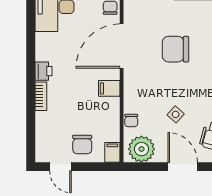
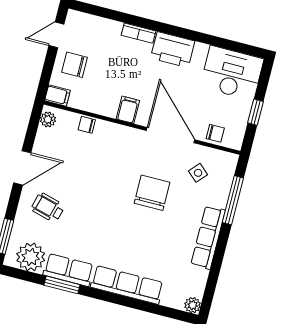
printer: (43, 71) -> (173, 50), width x1.87, depth x1.48
side table: (176, 114) -> (198, 173), moved
plant: (141, 149) -> (48, 119), width x0.53, depth x0.53

